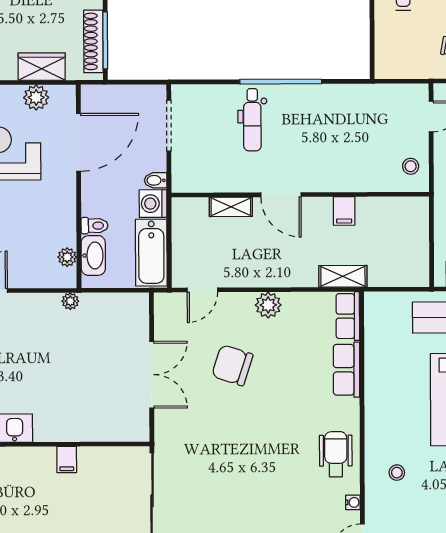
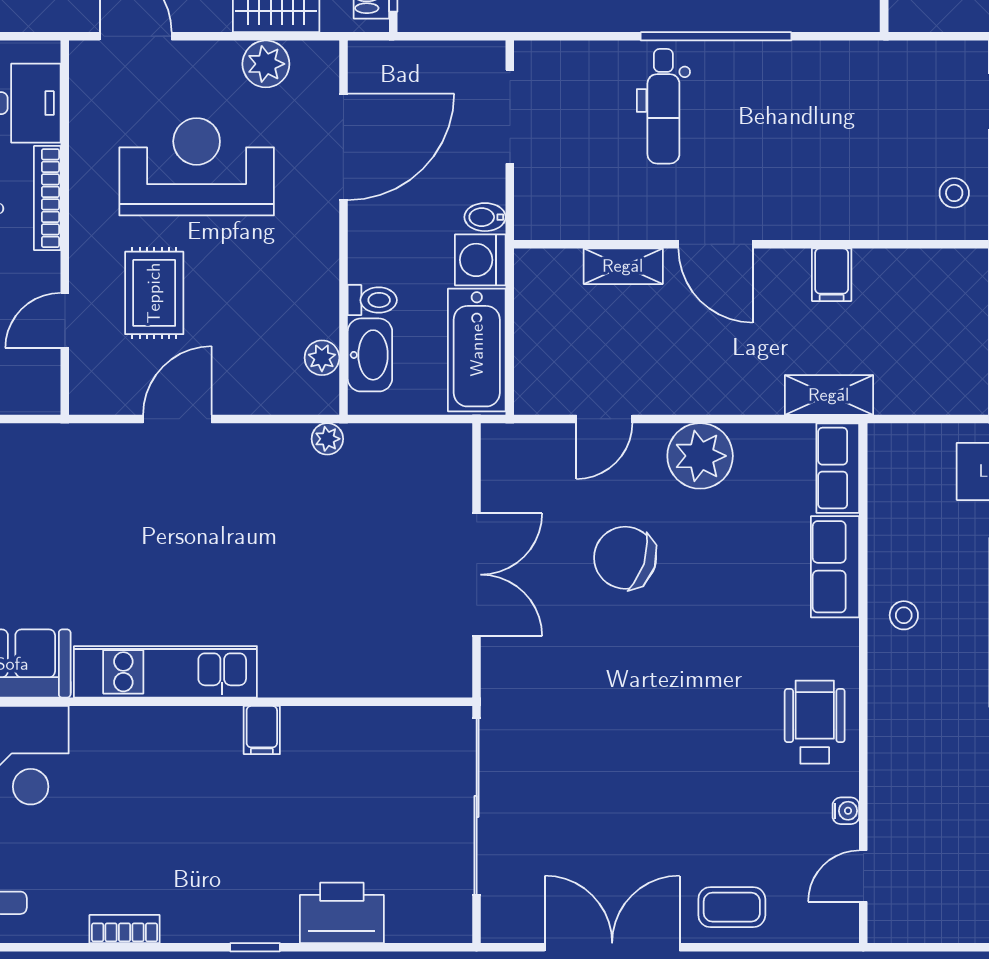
door: (202, 290) -> (604, 419), moved
plant: (268, 305) -> (700, 456), width x1.36, depth x1.36
filing cabinet: (67, 460) -> (262, 730), moved
stool: (397, 473) -> (904, 615), moved

